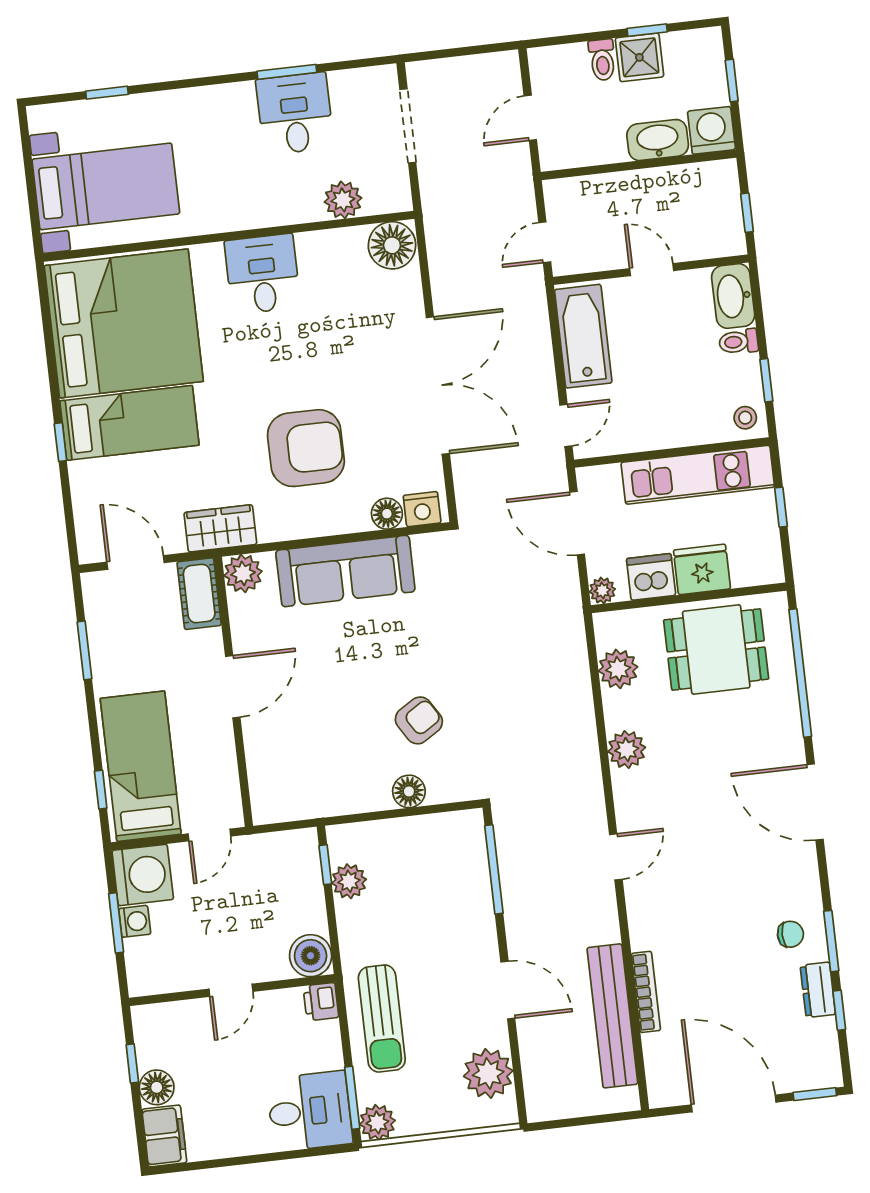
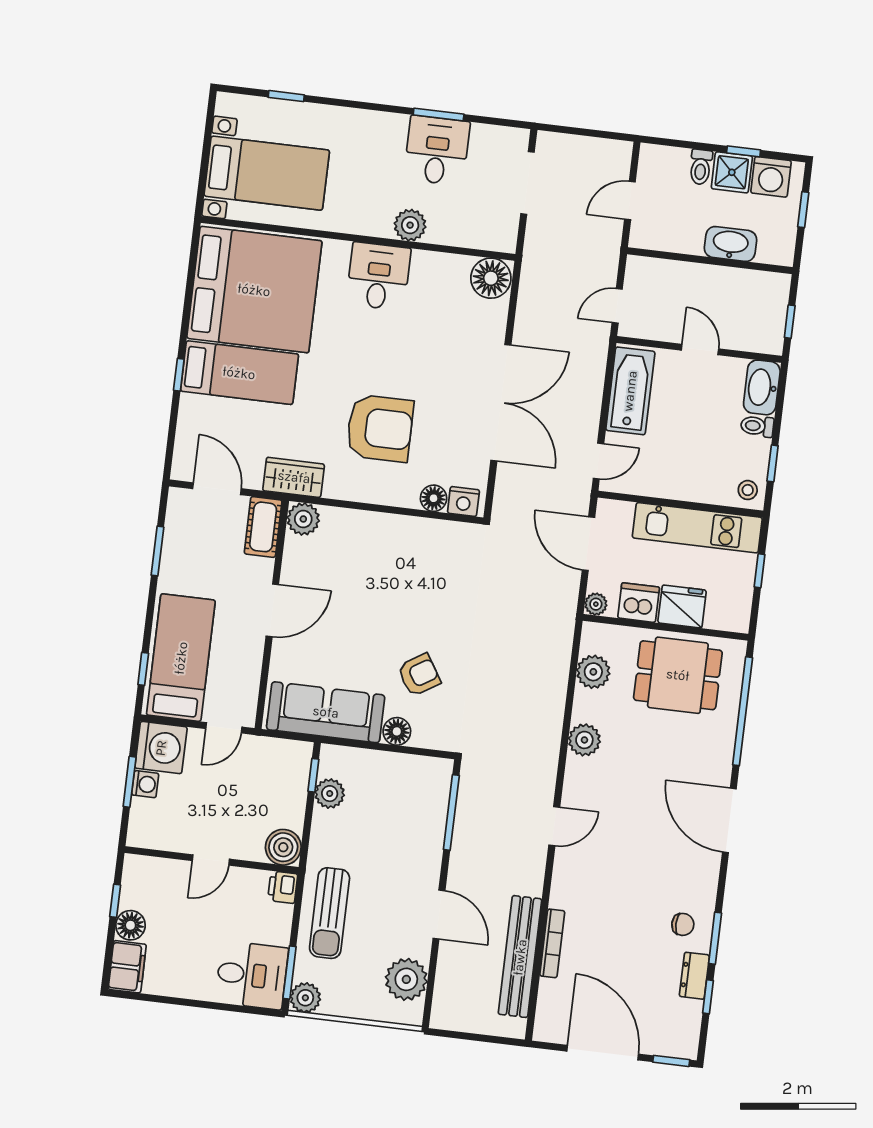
washing machine: (711, 130) -> (771, 177), moved, turned 180
plant: (343, 200) -> (410, 225), moved
sofa: (345, 571) -> (326, 712), moved, turned 180

